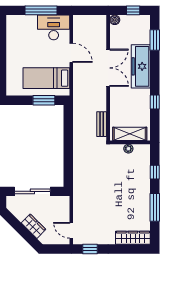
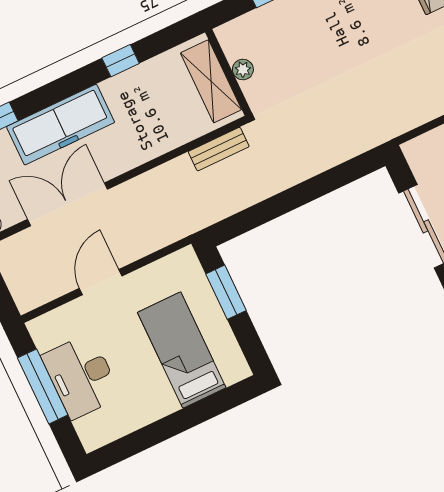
desk: (54, 27) -> (81, 376), moved
double door: (108, 68) -> (67, 204), moved
bed: (46, 78) -> (182, 350), moved, turned 180

